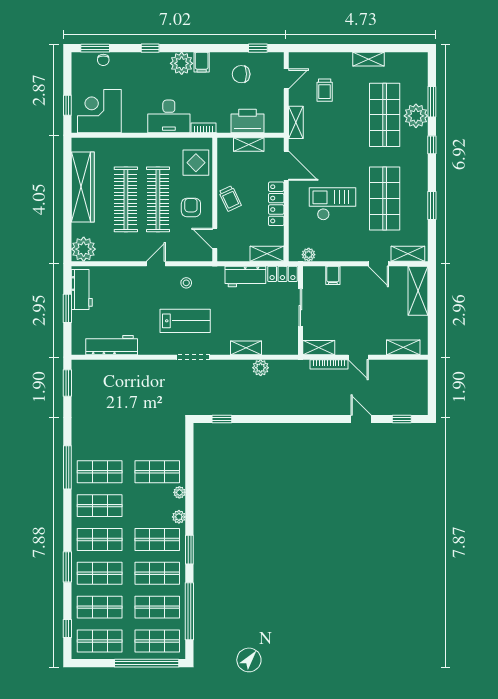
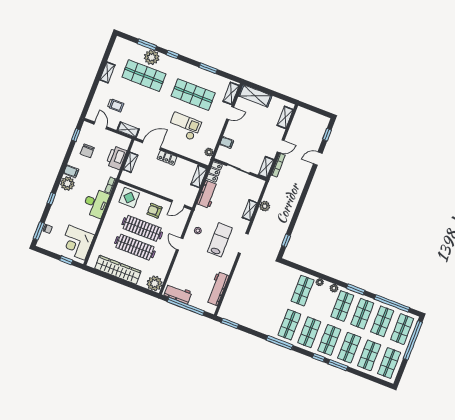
trolley: (230, 198) -> (158, 186), removed
locker: (276, 204) -> (167, 158), width x0.66
checkout: (333, 204) -> (185, 126), turned 90
window: (67, 308) -> (186, 306), width x2.11
window: (67, 628) -> (319, 358), moved

